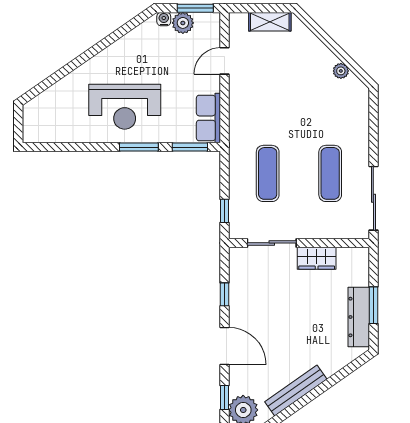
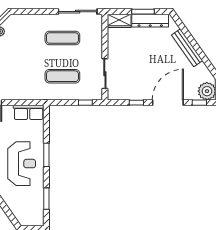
window: (190, 147) -> (46, 199), moved
wardrobe: (317, 258) -> (119, 21), moved, turned 90
door: (224, 346) -> (168, 103), width x1.36
bench: (296, 391) -> (187, 48), moved

